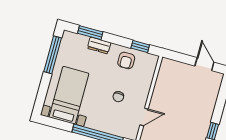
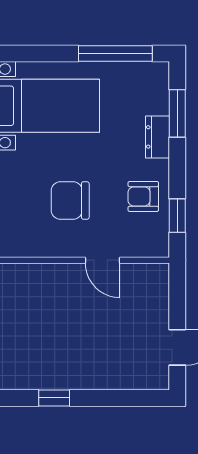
chair: (118, 97) -> (70, 200), width x1.87, depth x1.87
door: (144, 117) -> (103, 260), moved

